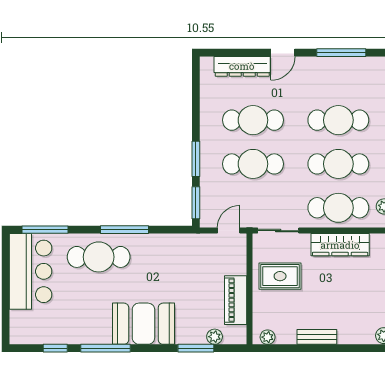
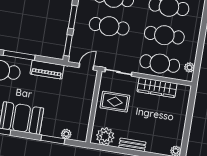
piano: (236, 300) -> (47, 70), moved, turned -90
plant: (268, 337) -> (105, 136), width x1.88, depth x1.88

